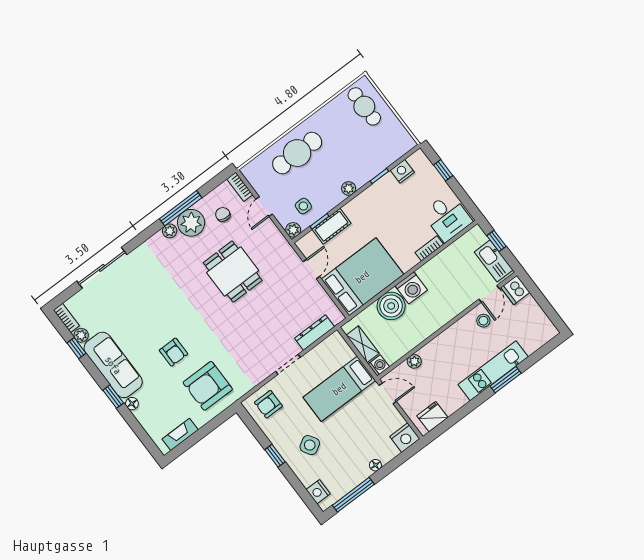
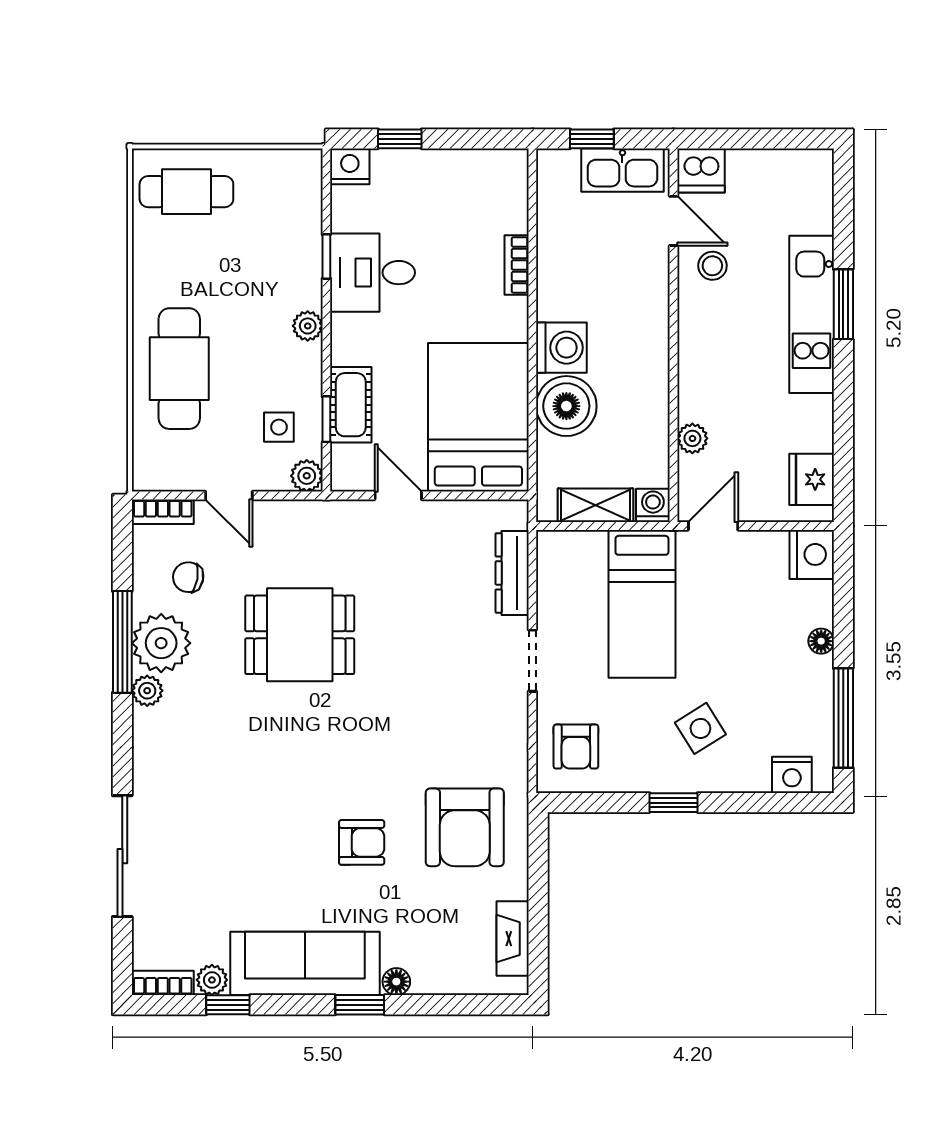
nightstand: (402, 171) -> (350, 166), moved, turned 90
desk: (447, 217) -> (373, 273), moved, turned 180

